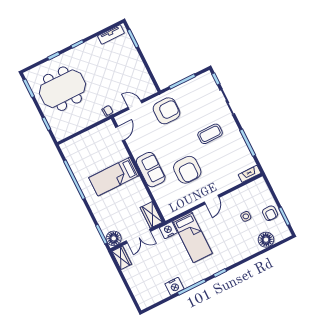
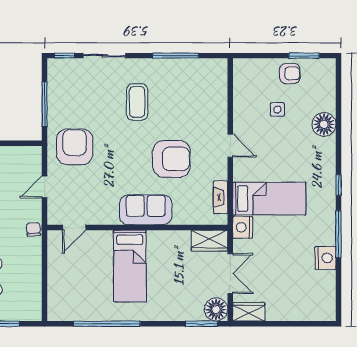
door: (120, 134) -> (74, 227), swing flipped
fireplace: (250, 174) -> (221, 197), moved
floor lamp: (266, 240) -> (324, 124), moved

